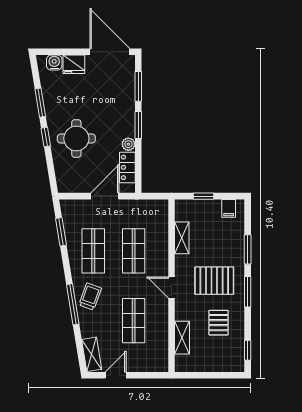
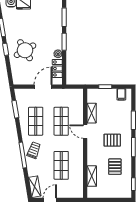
round table: (76, 139) -> (25, 50), turned -30
pallet: (214, 281) -> (112, 140), width x0.67, depth x0.71
door: (171, 288) -> (85, 132), moved

